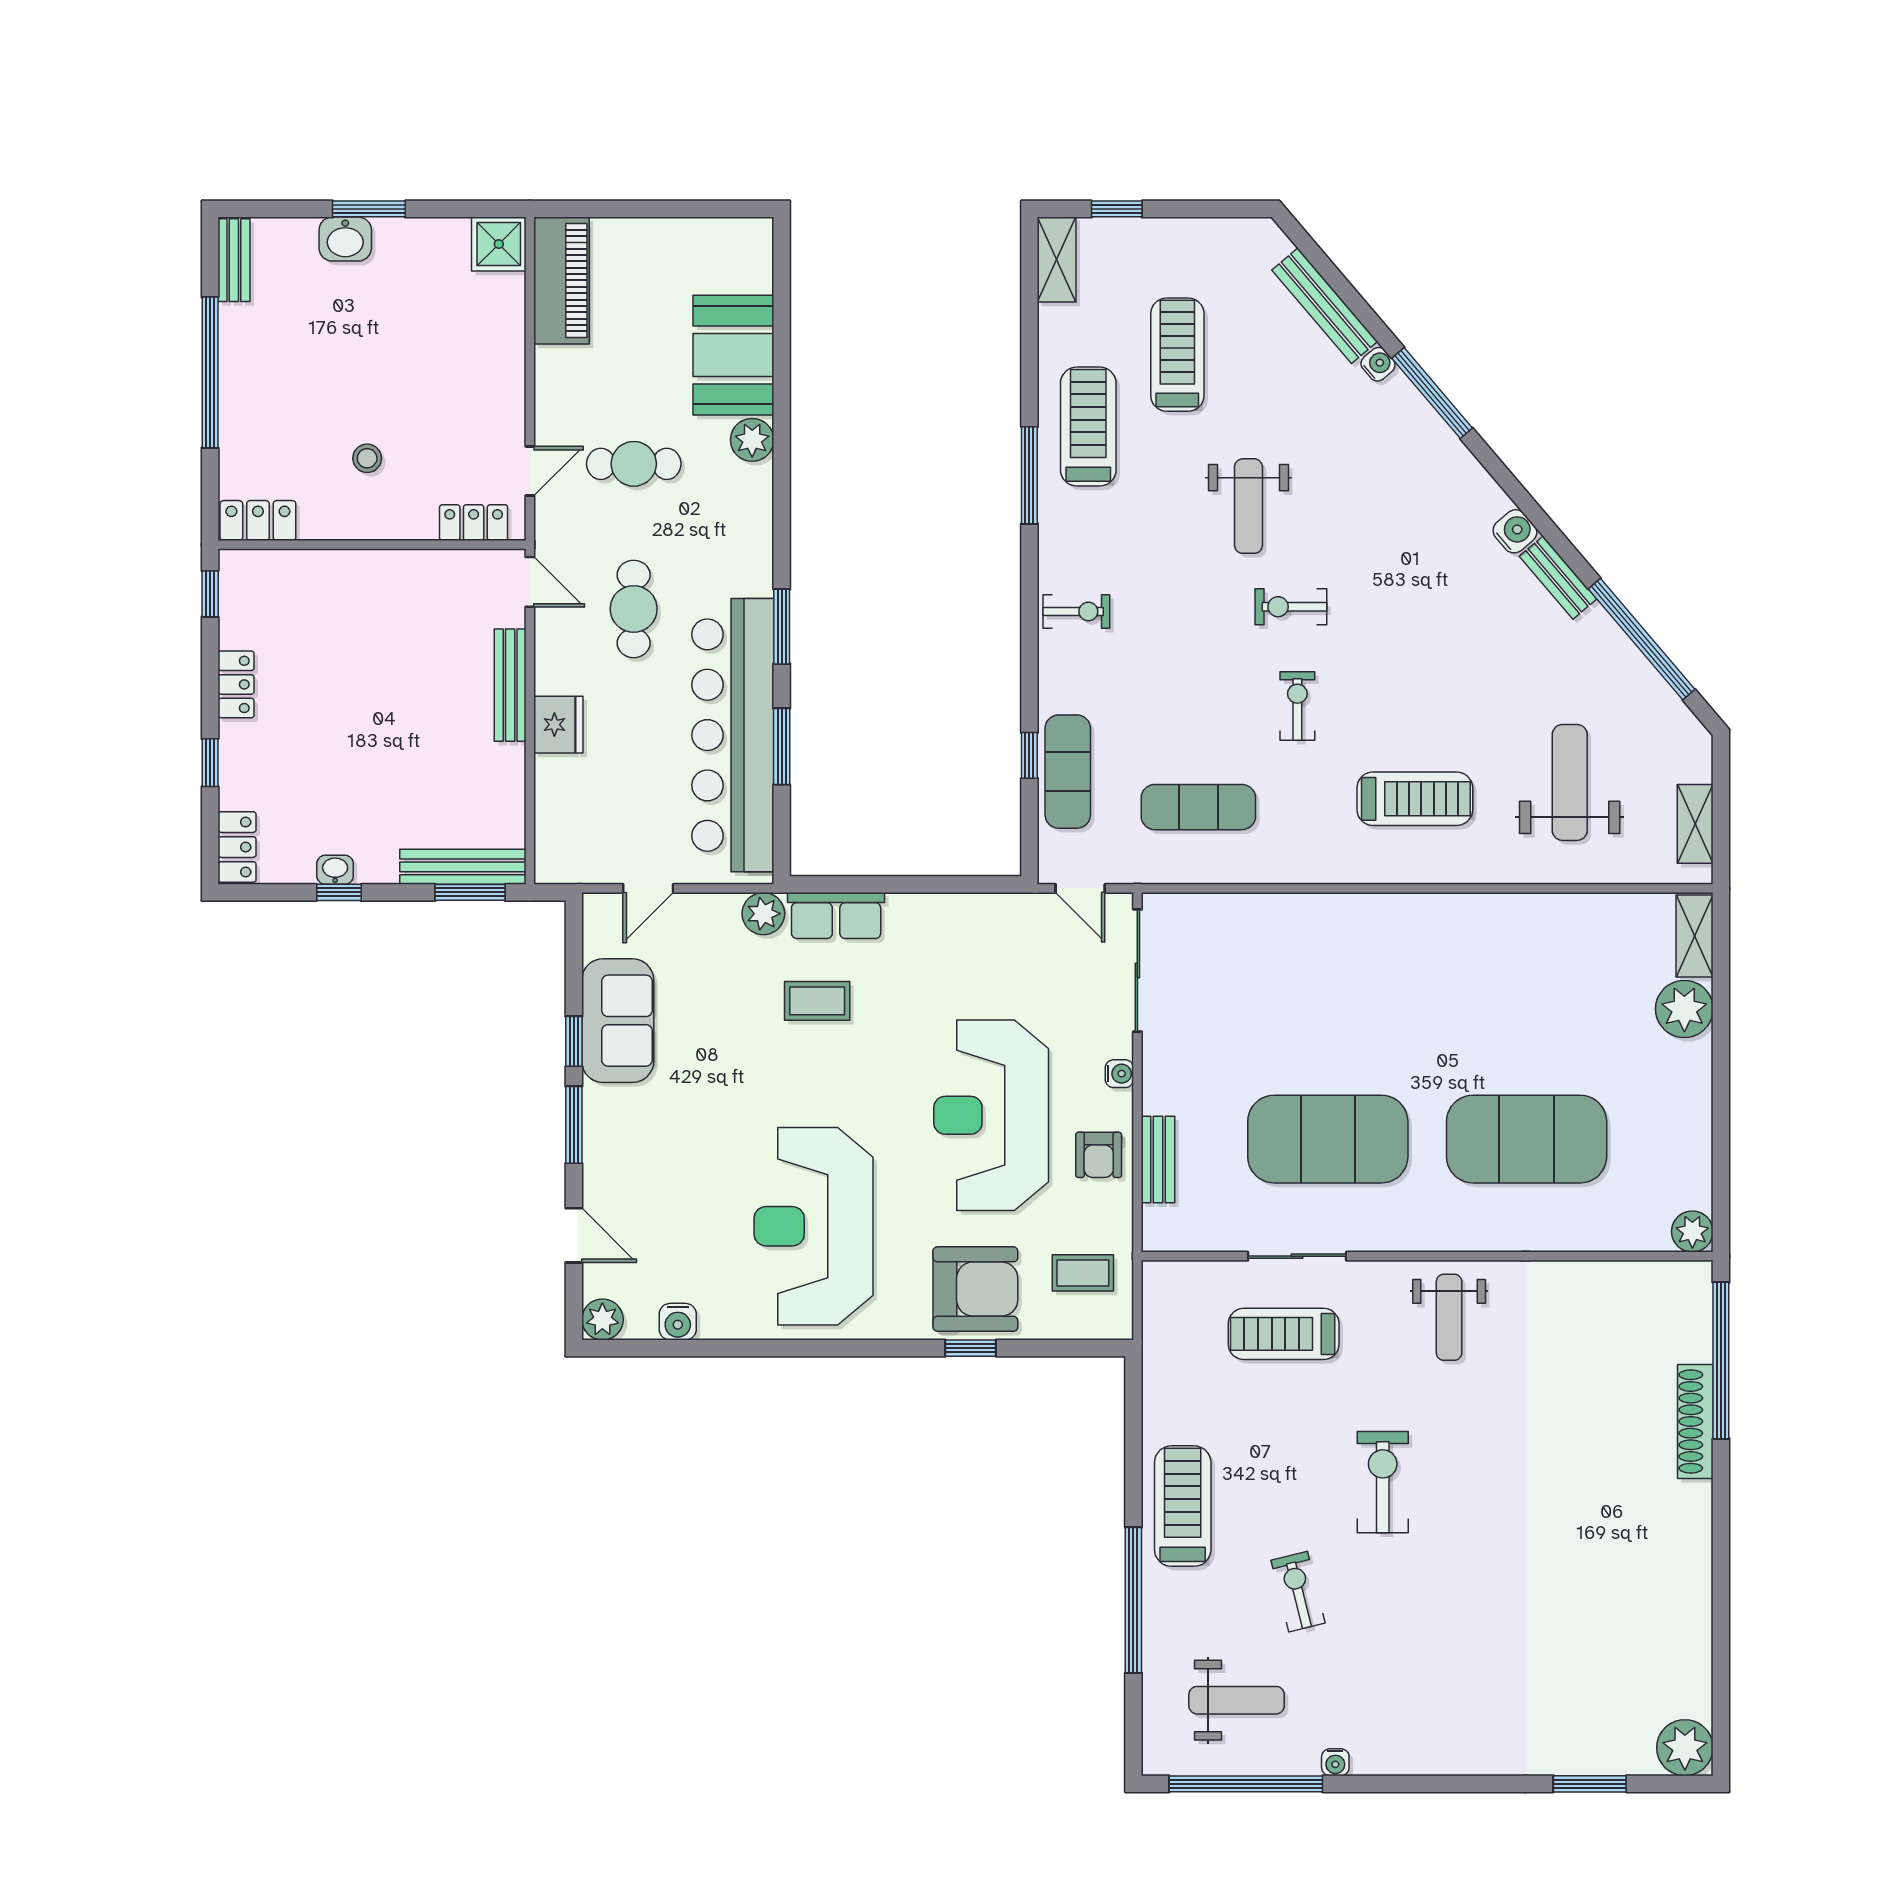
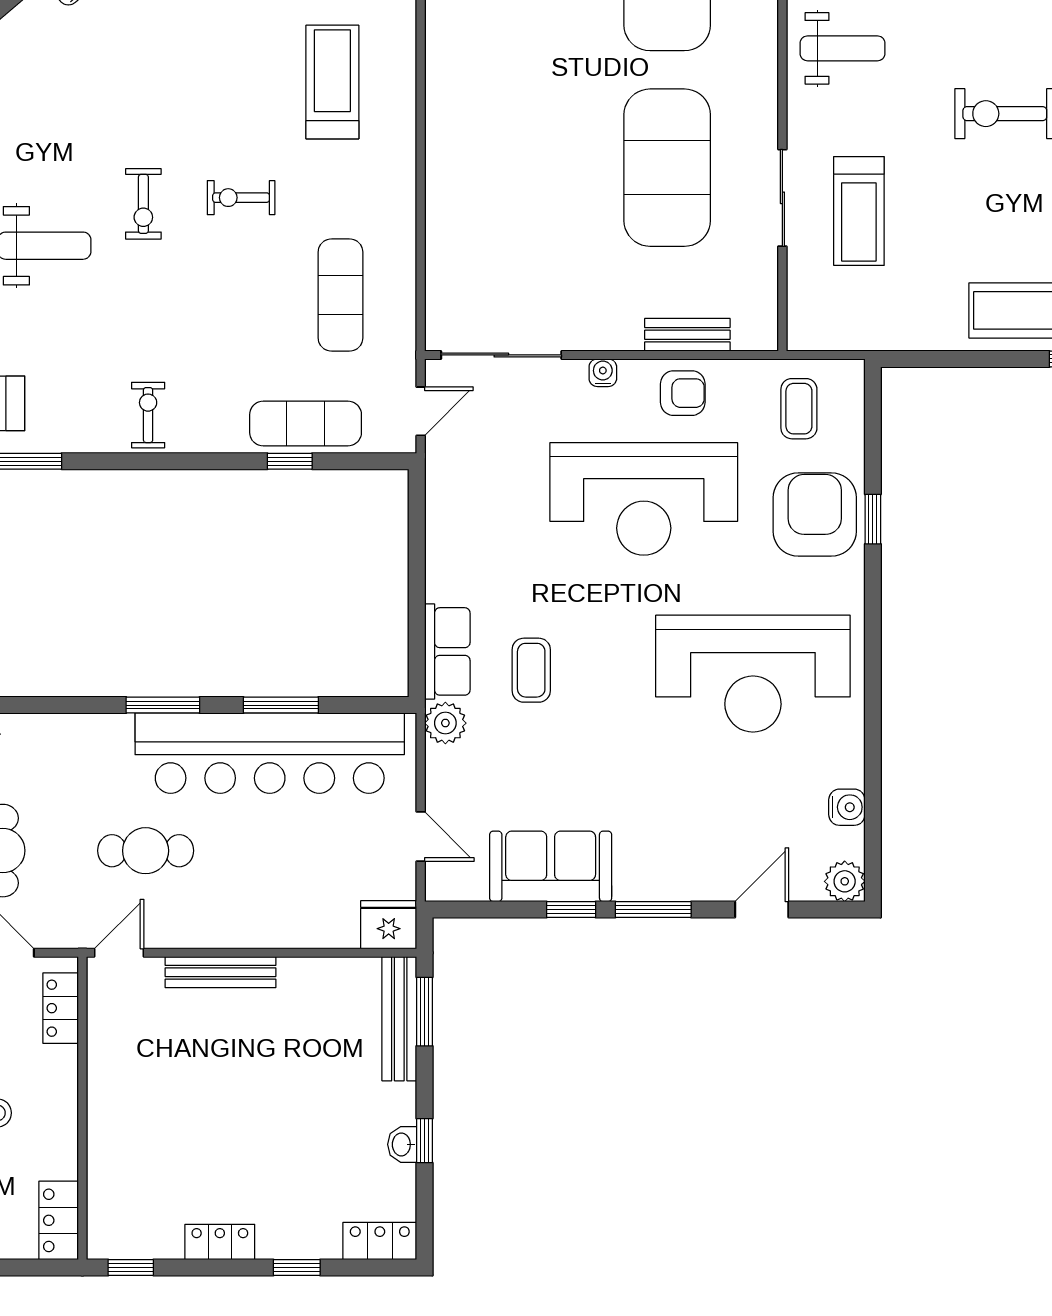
fridge: (558, 725) -> (389, 925), moved

